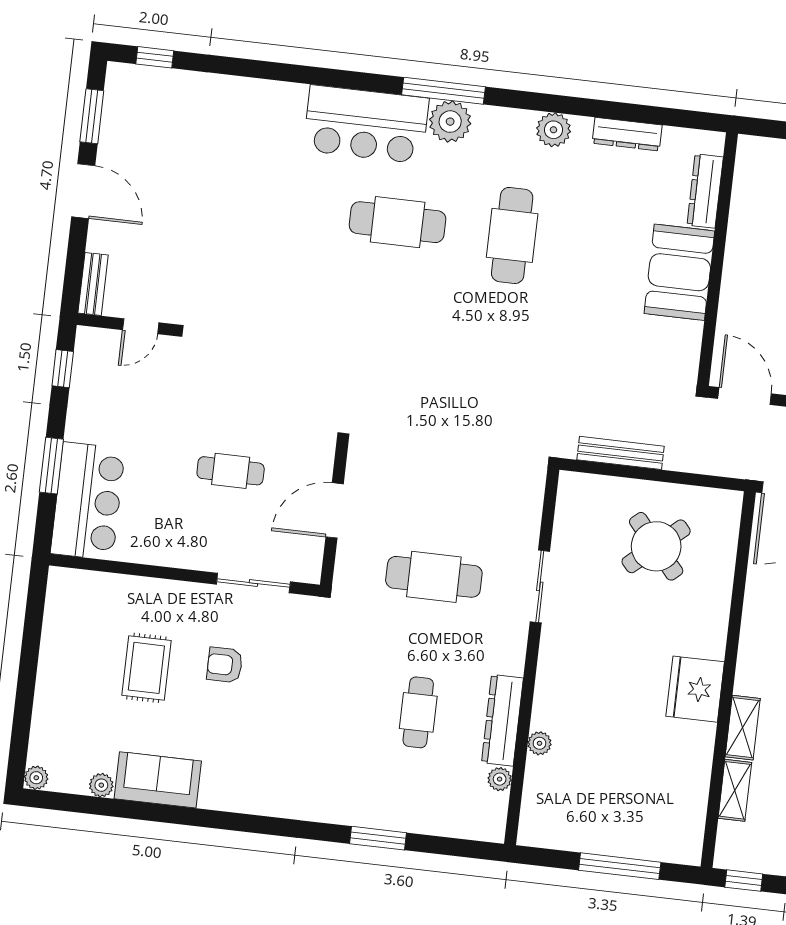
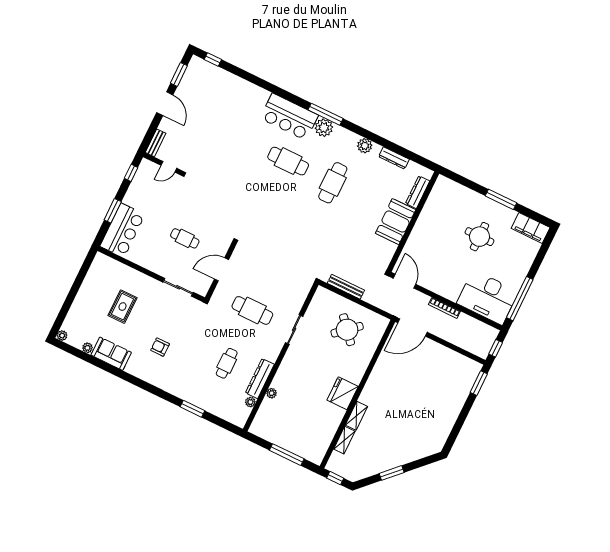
armchair: (225, 665) -> (160, 347), moved

